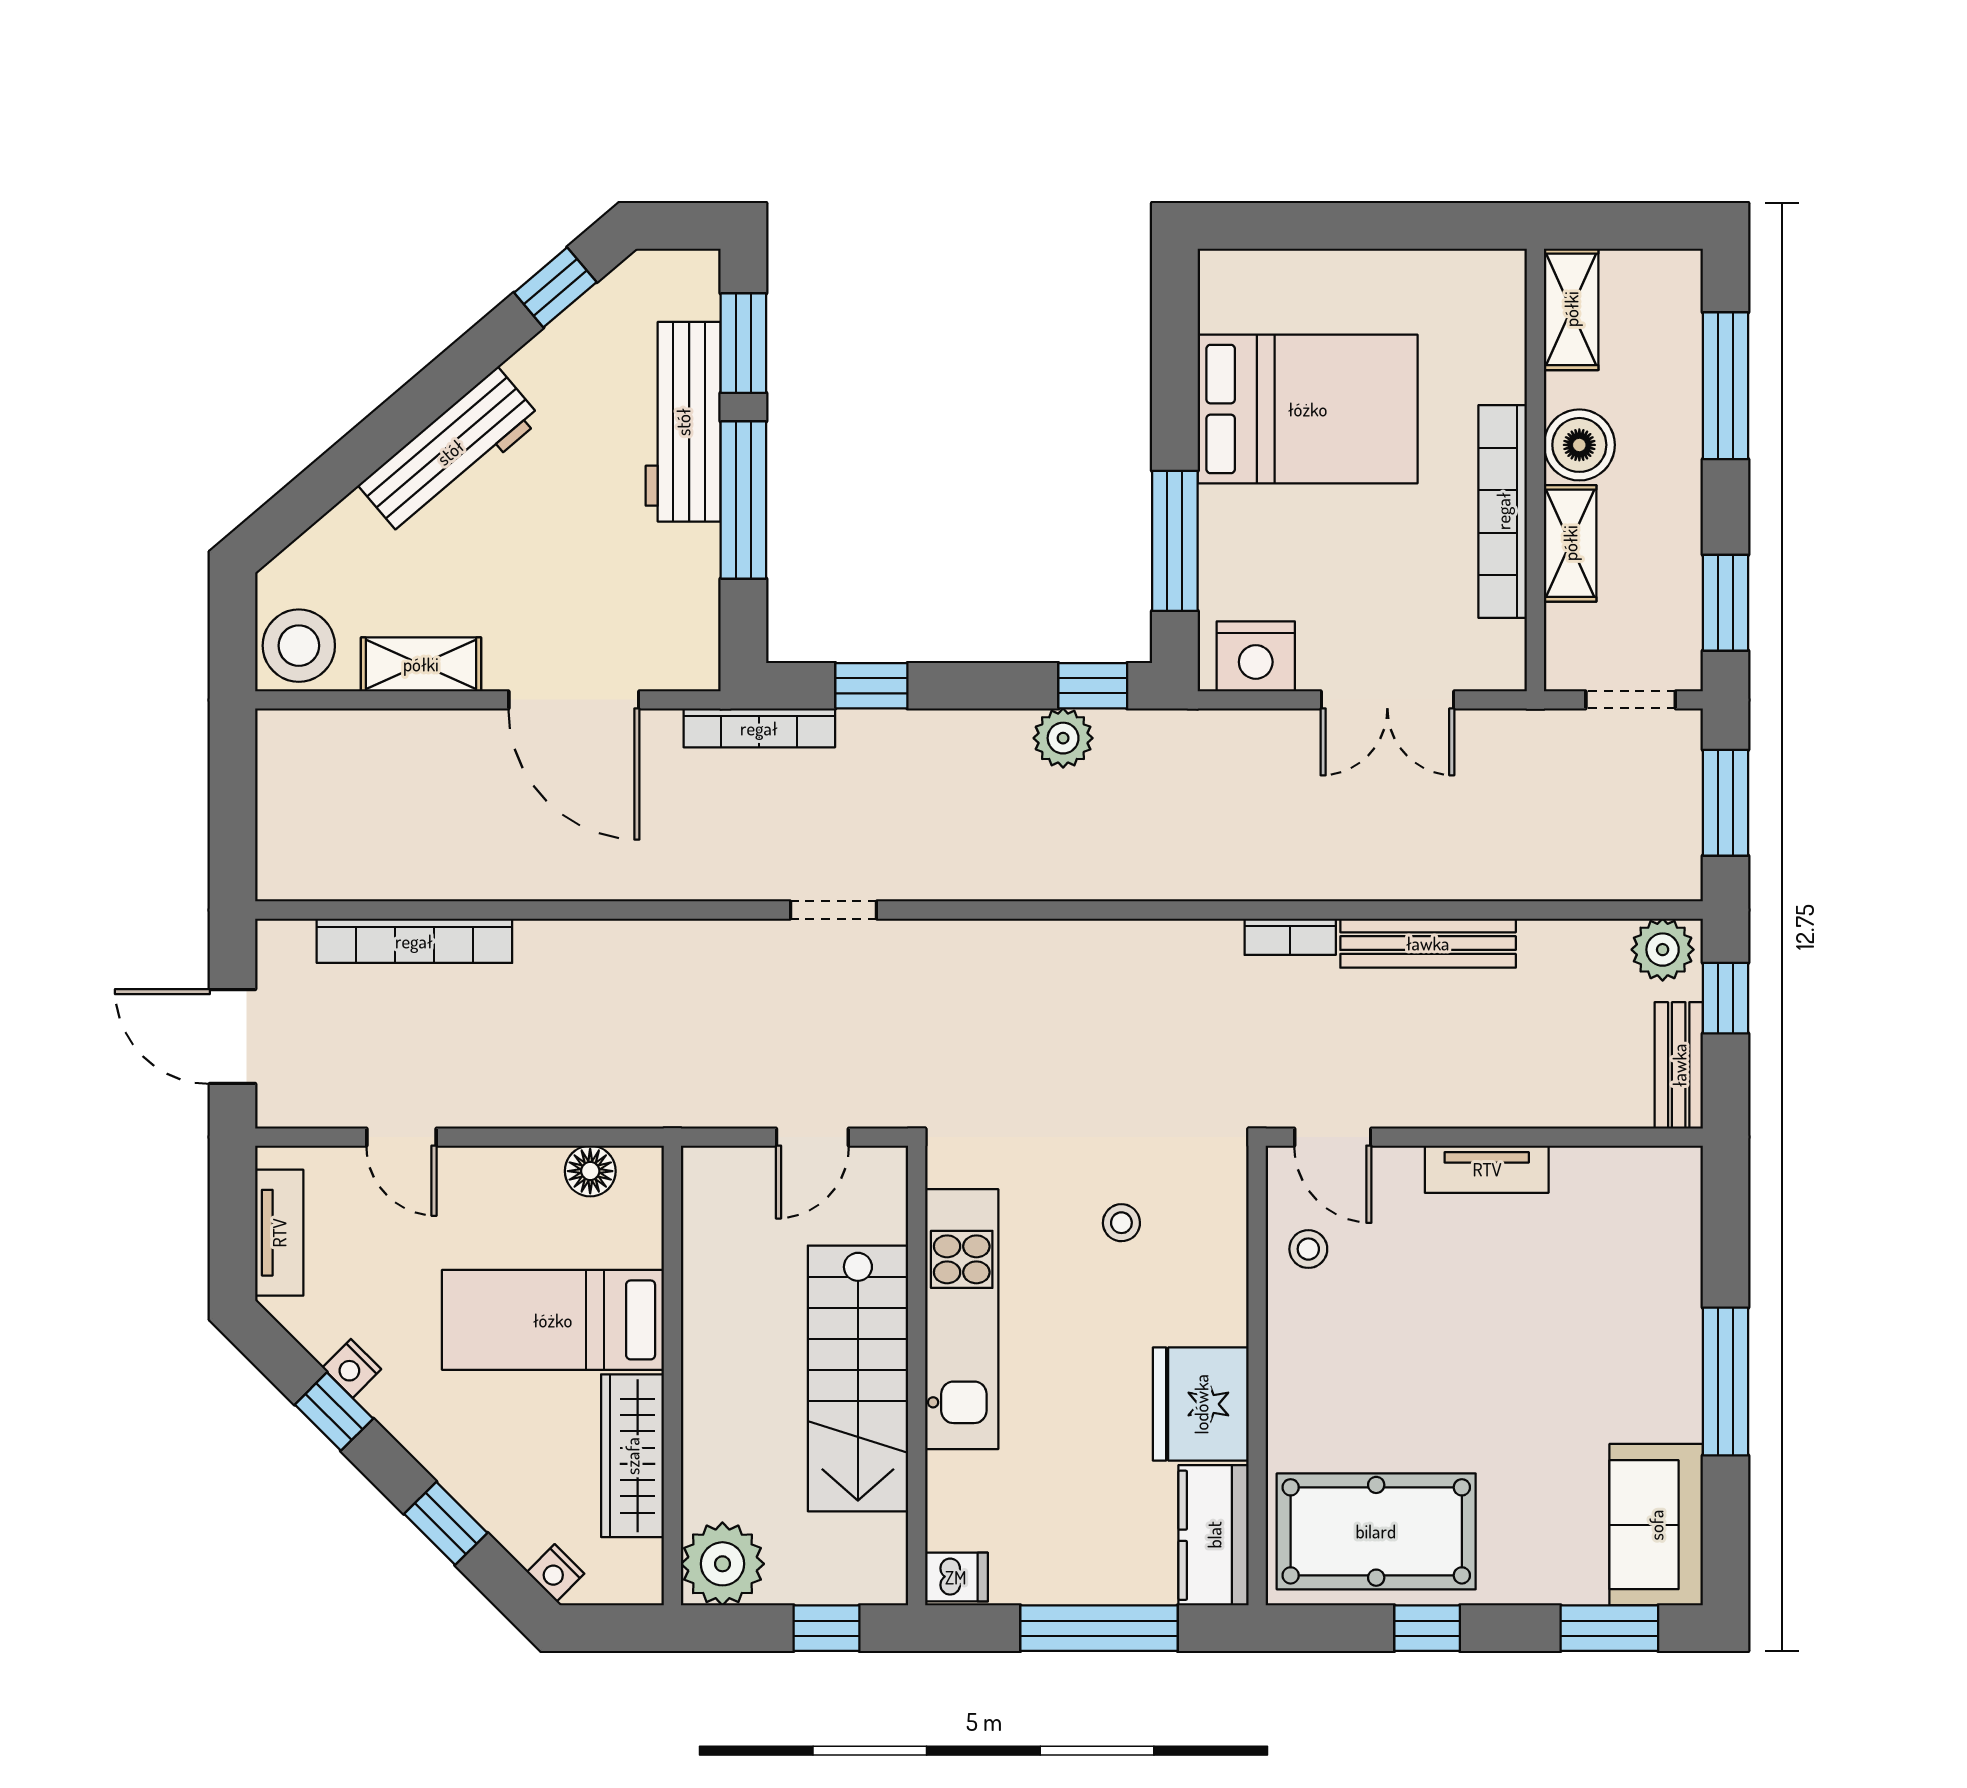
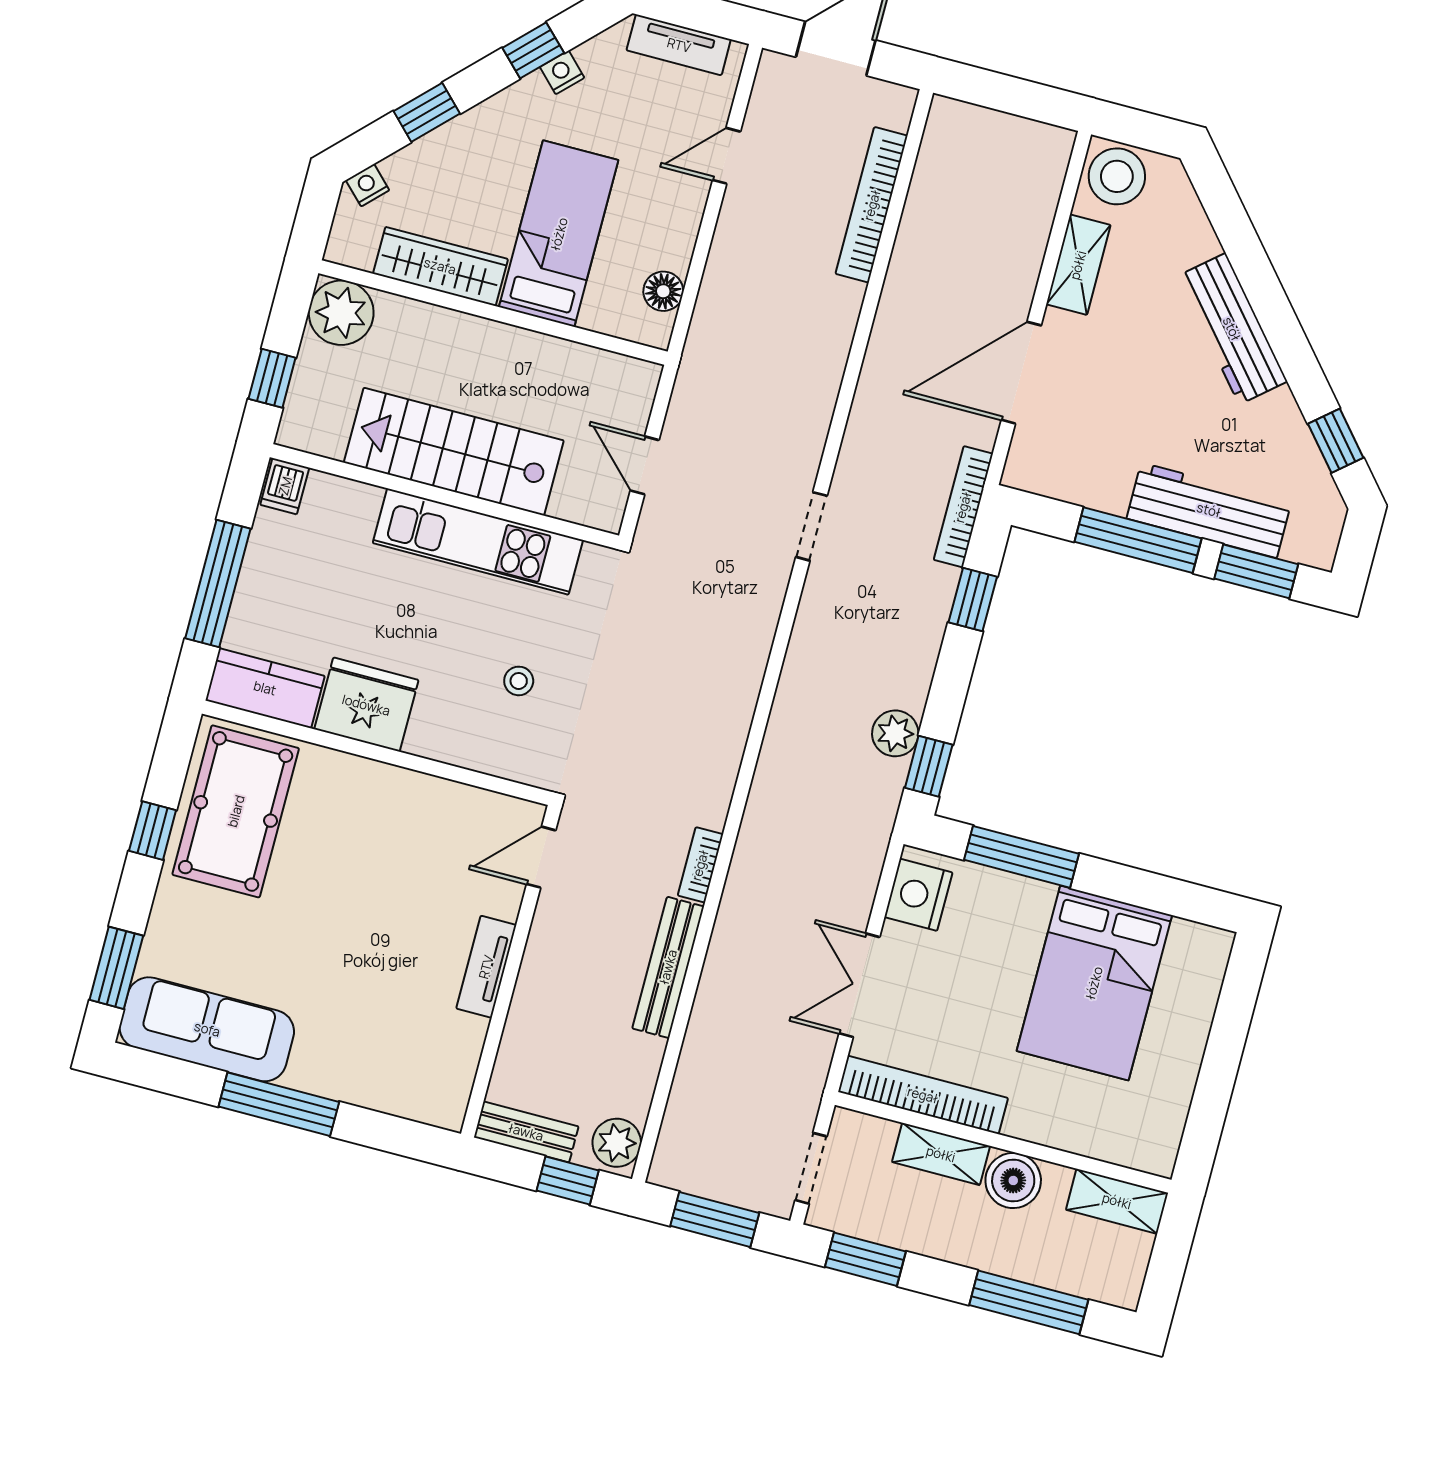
bookcase: (1503, 511) -> (923, 1095), moved
stool: (1308, 1249) -> (462, 816), removed
sofa: (1656, 1525) -> (207, 1029), width x1.36

